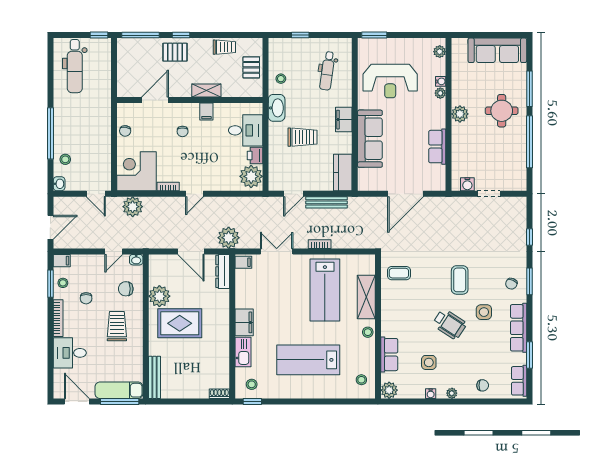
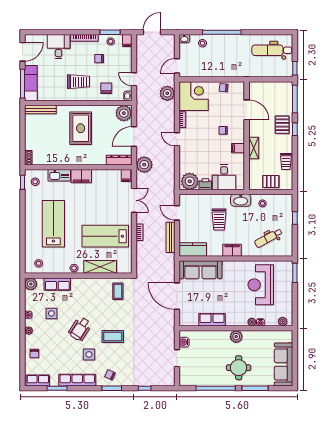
dental chair: (327, 71) -> (268, 238), turned -37
sofa: (370, 139) -> (200, 270), moved
door: (50, 227) -> (152, 32), swing flipped
plant: (159, 296) -> (124, 113), moved

